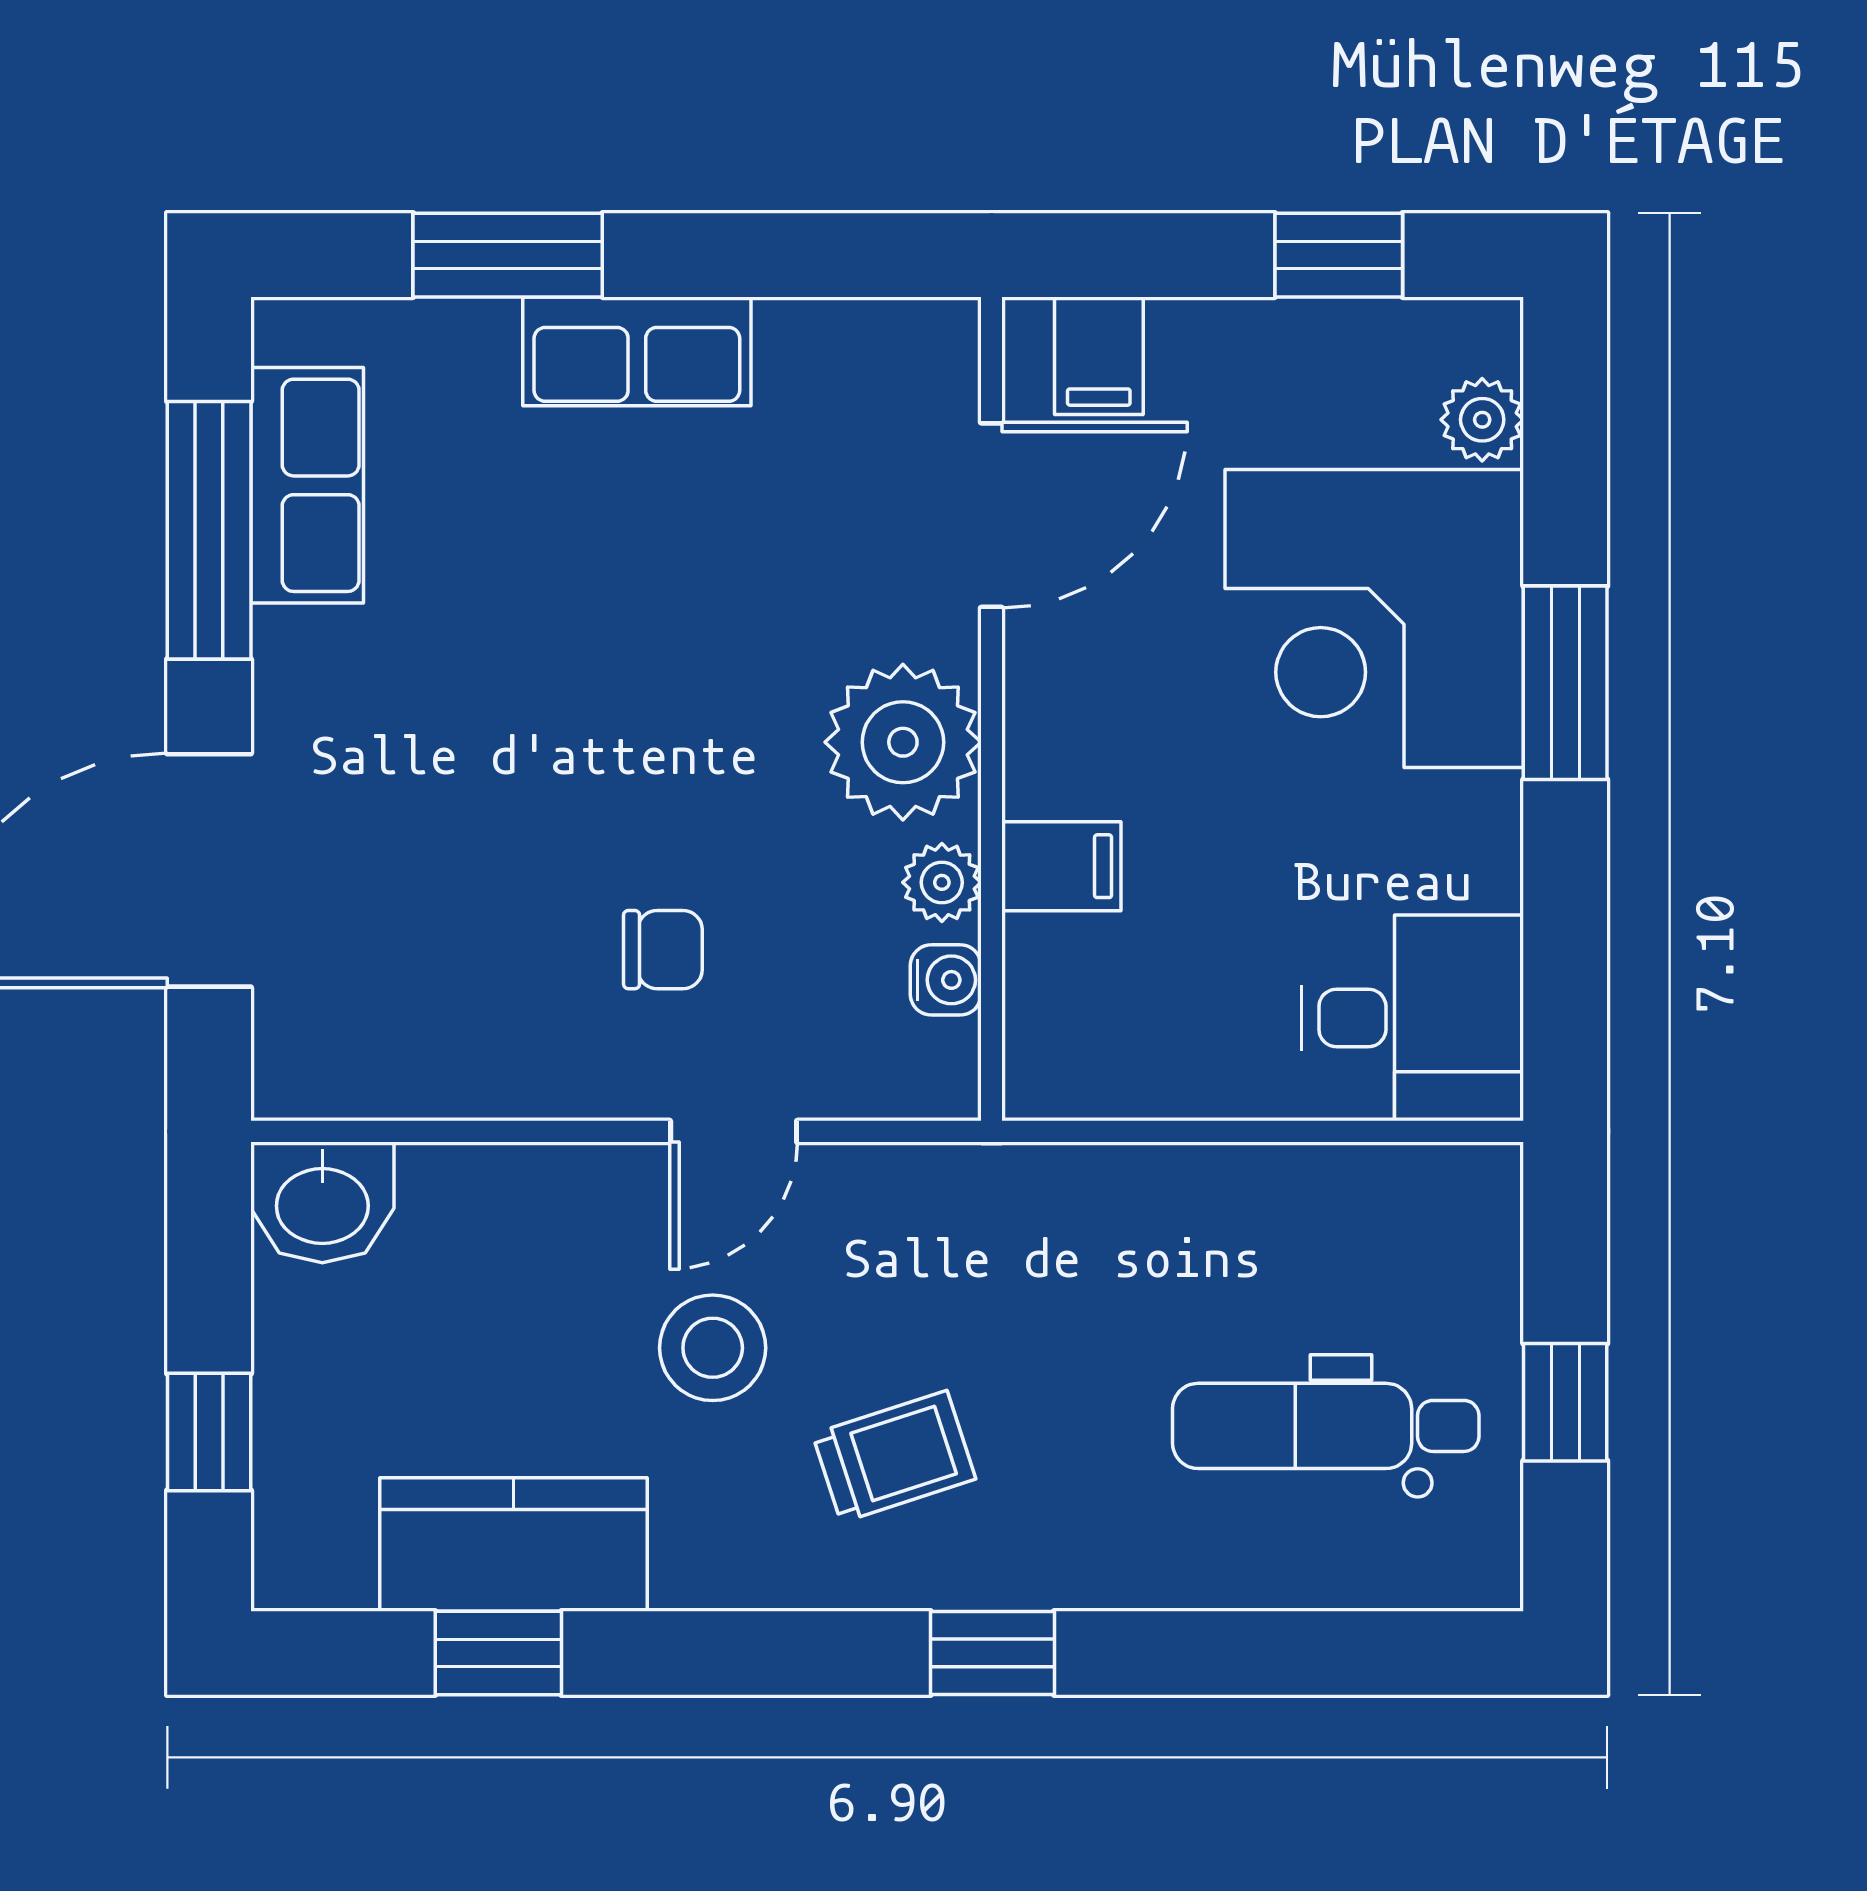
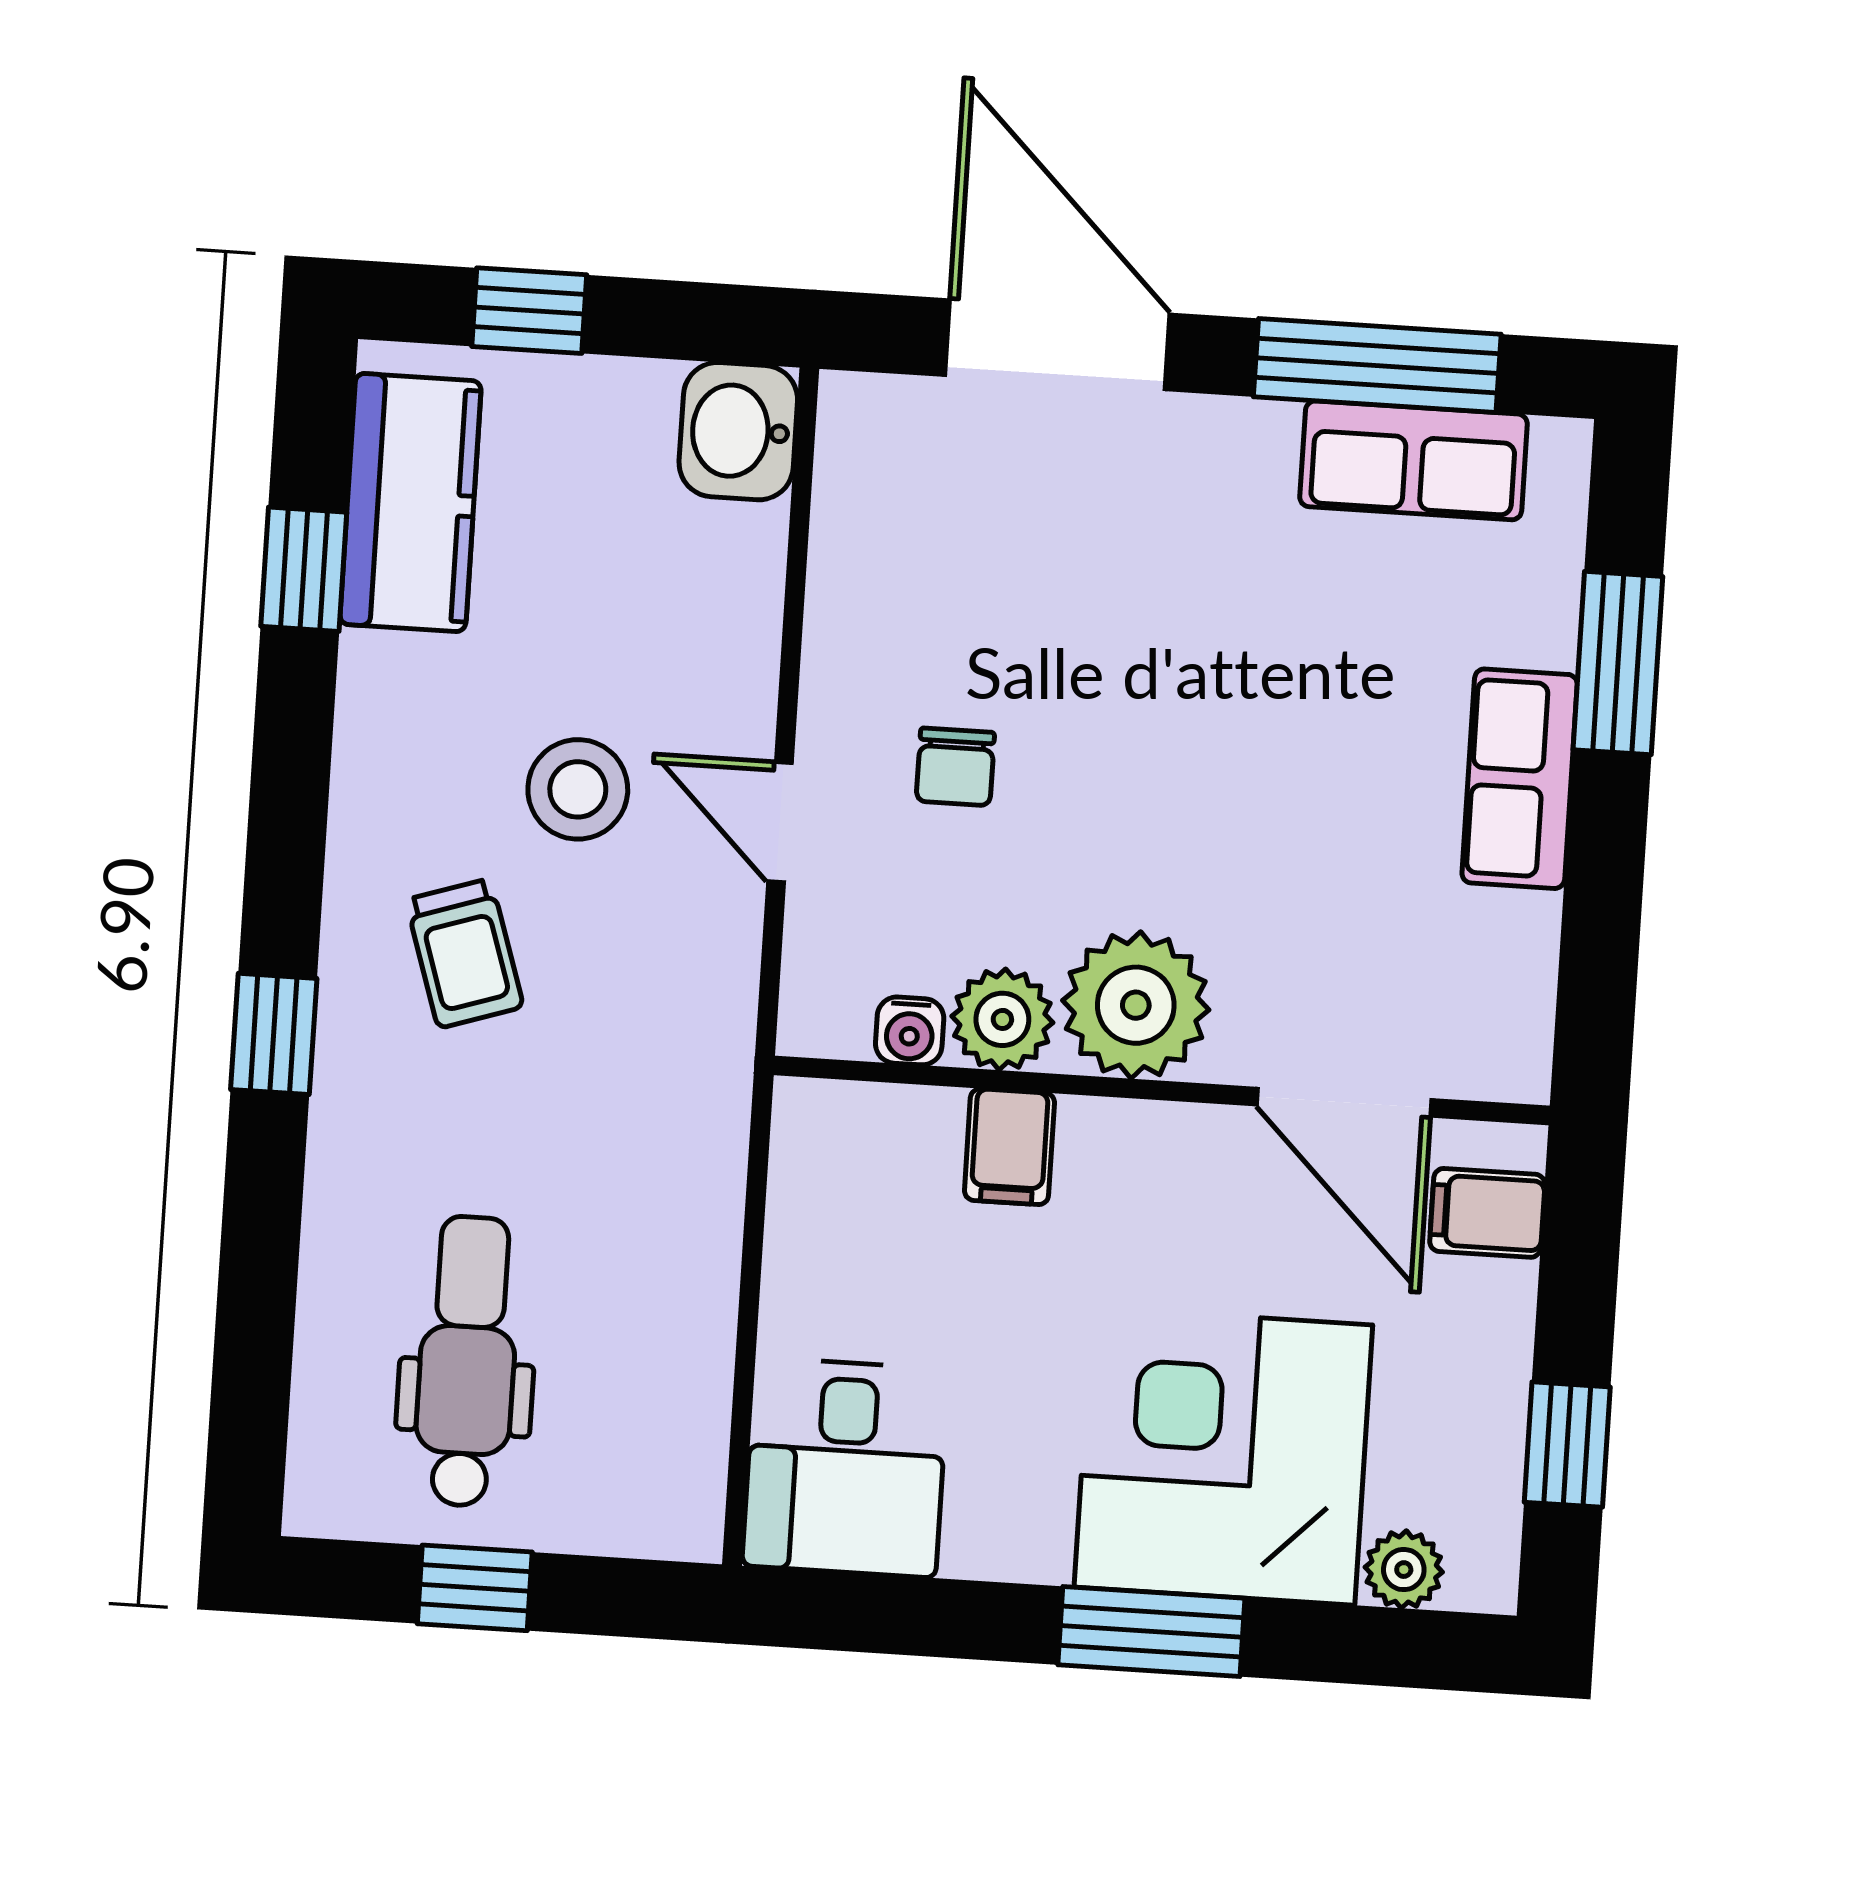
plant: (942, 882) -> (1002, 1019), width x1.38, depth x1.38
kitchen counter: (514, 1544) -> (411, 503), moved

